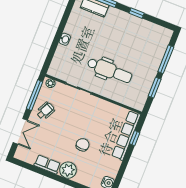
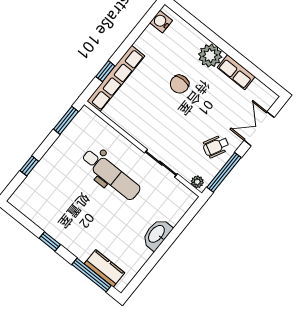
washbasin: (65, 39) -> (157, 234), width x1.91, depth x1.45
window: (166, 59) -> (29, 166), width x0.46
dental chair: (110, 70) -> (111, 174), turned 180
window: (155, 88) -> (66, 120), moved

